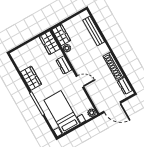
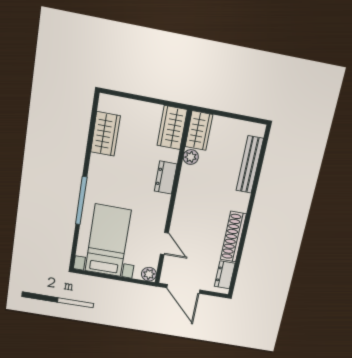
wardrobe: (31, 78) -> (105, 134), moved
door: (80, 82) -> (164, 244), moved

